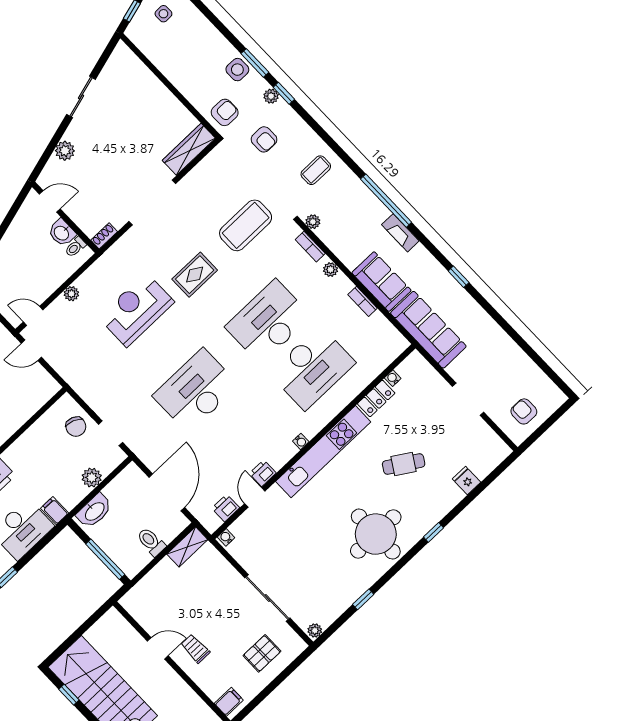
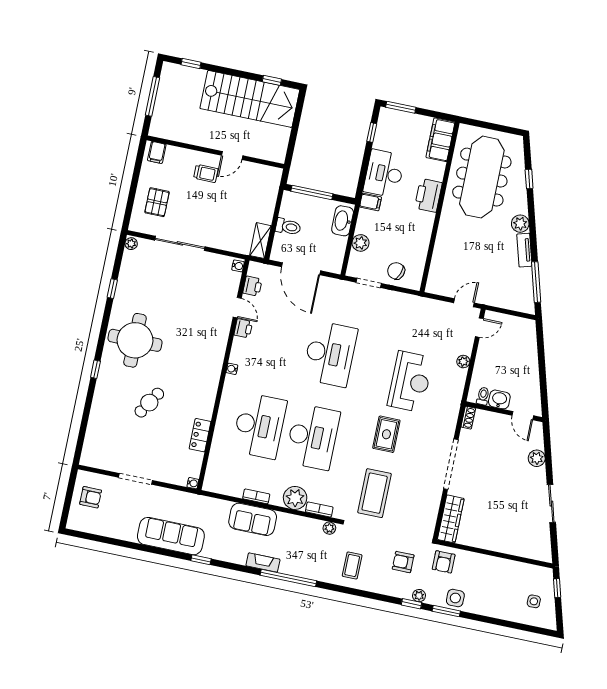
door: (50, 201) -> (523, 416), hinge flipped
plant: (331, 270) -> (295, 498), width x1.87, depth x1.87
sofa: (428, 330) -> (171, 536), moved, turned 180
desk: (312, 368) -> (259, 426), turned 180
water cooler: (393, 378) -> (193, 483), moved
kitchen unit: (323, 452) -> (211, 372), removed
fridge: (466, 481) -> (97, 421), removed

